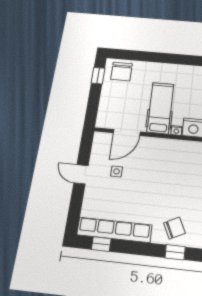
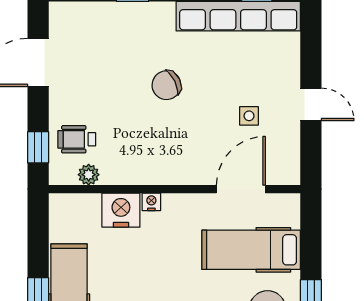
hospital bed: (160, 108) -> (251, 250), moved, turned 90
chair: (174, 228) -> (166, 85), moved

